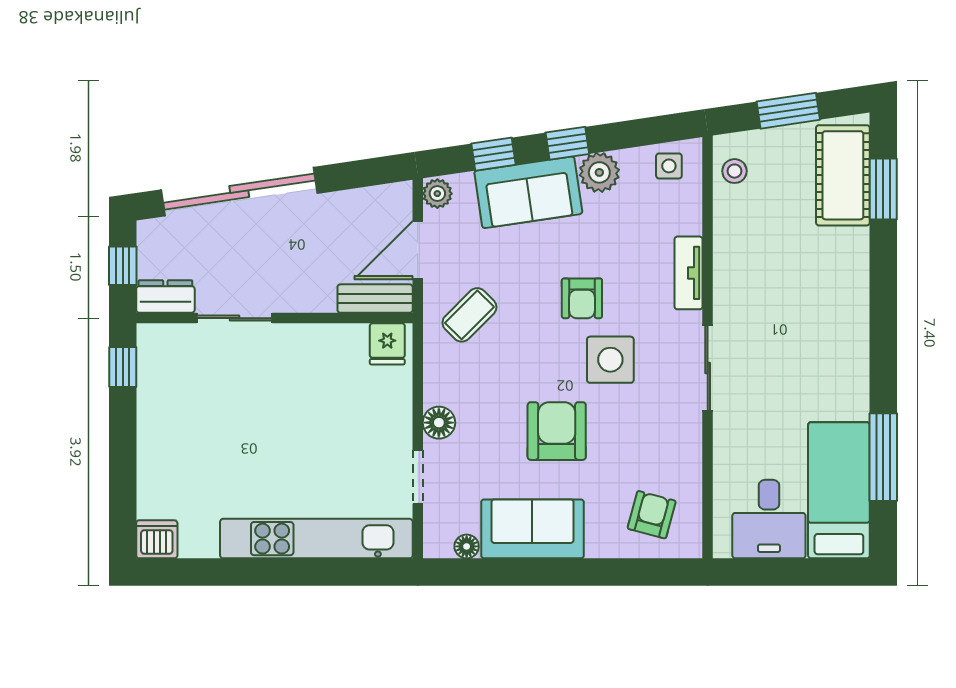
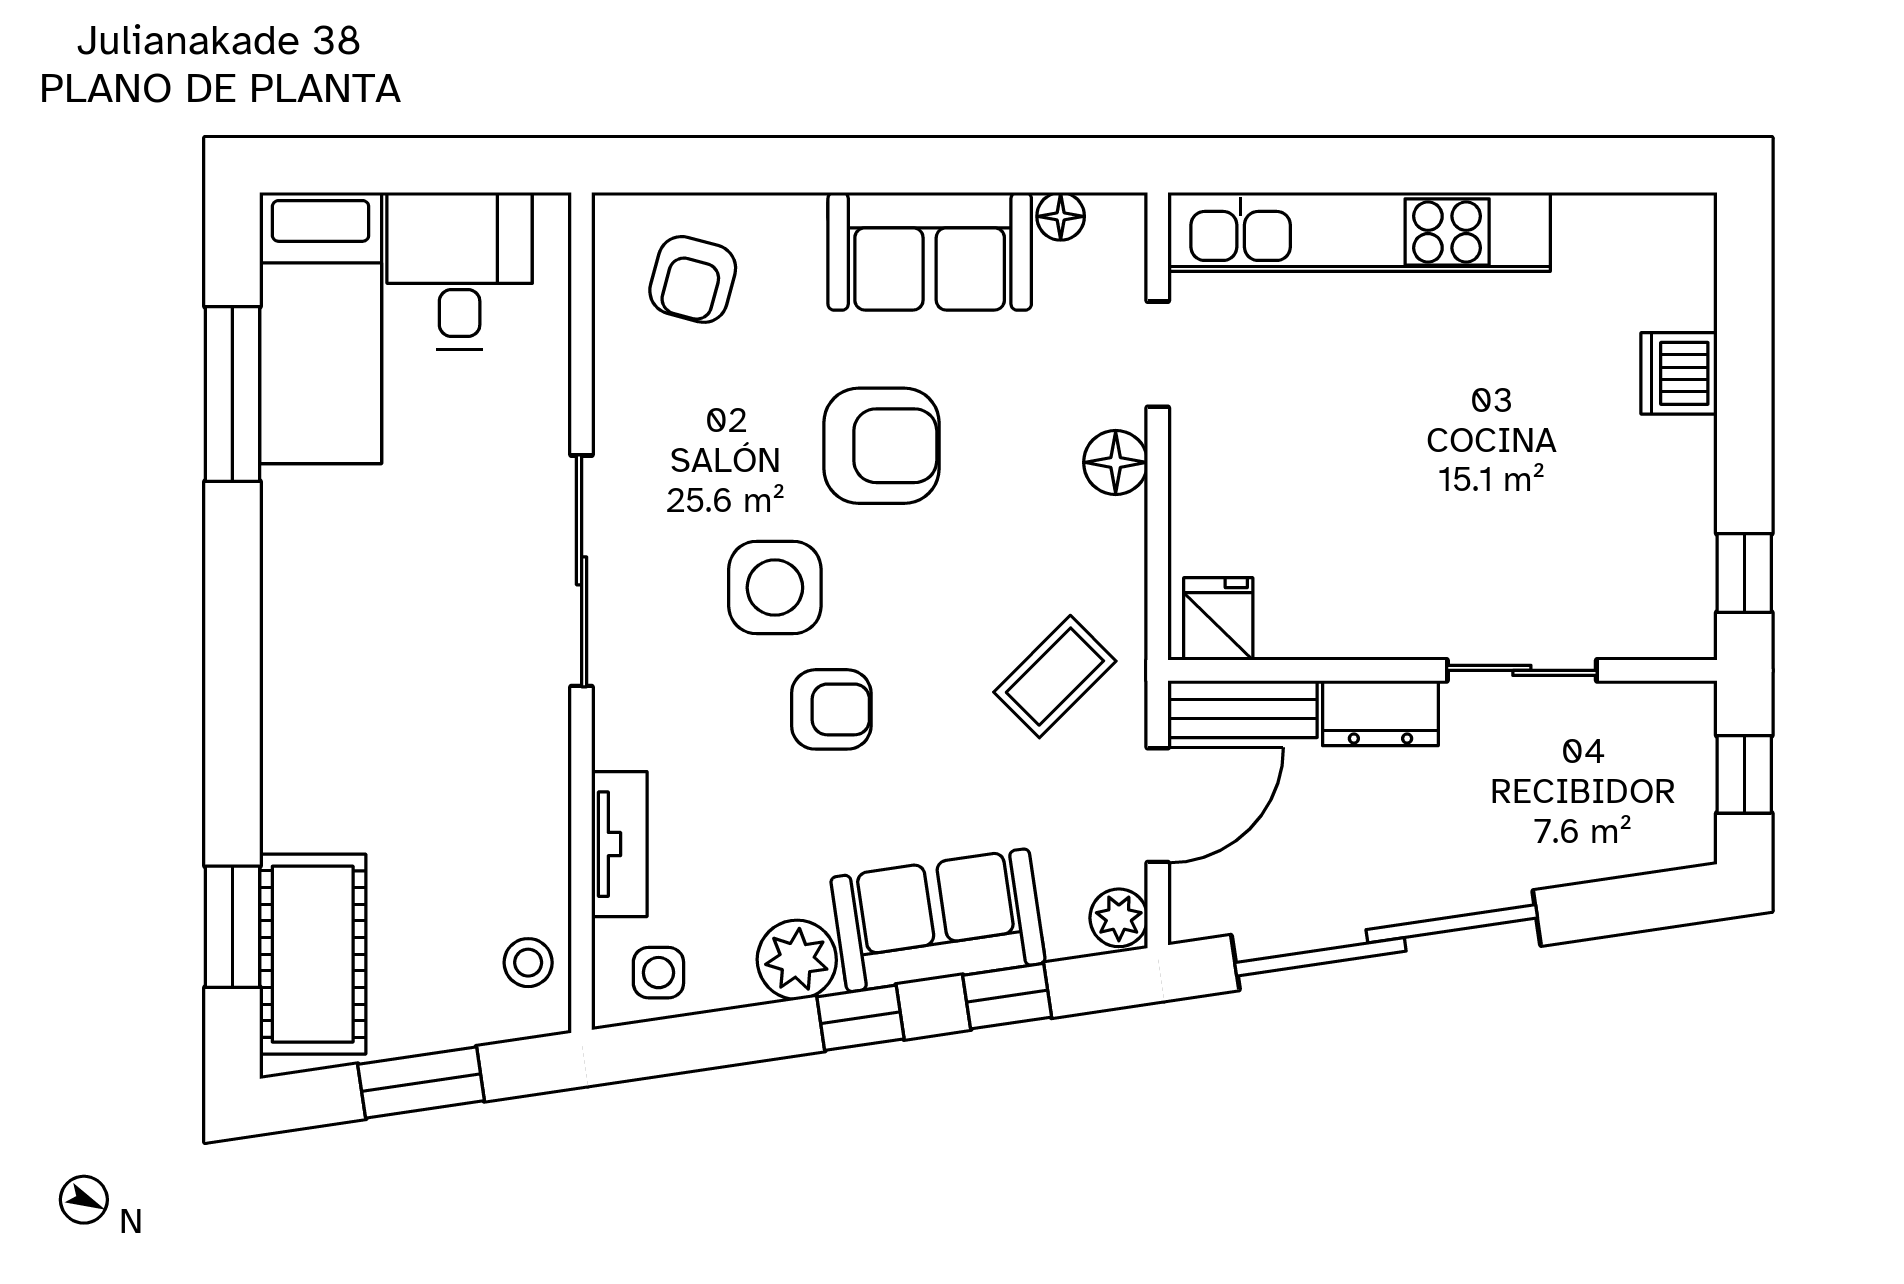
sliding door: (239, 192) -> (1386, 940), moved
tv unit: (689, 273) -> (619, 844), moved
dresser: (165, 297) -> (1380, 713), moved
armchair: (582, 298) -> (831, 709), turned 90
sliding door: (708, 368) -> (582, 571), width x1.37
armchair: (557, 431) -> (881, 446), turned -90
dishwasher: (157, 539) -> (1679, 373), moved, turned 90

